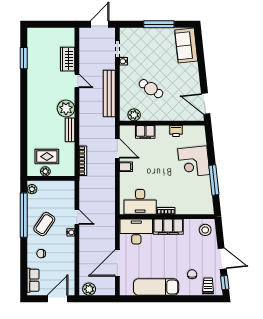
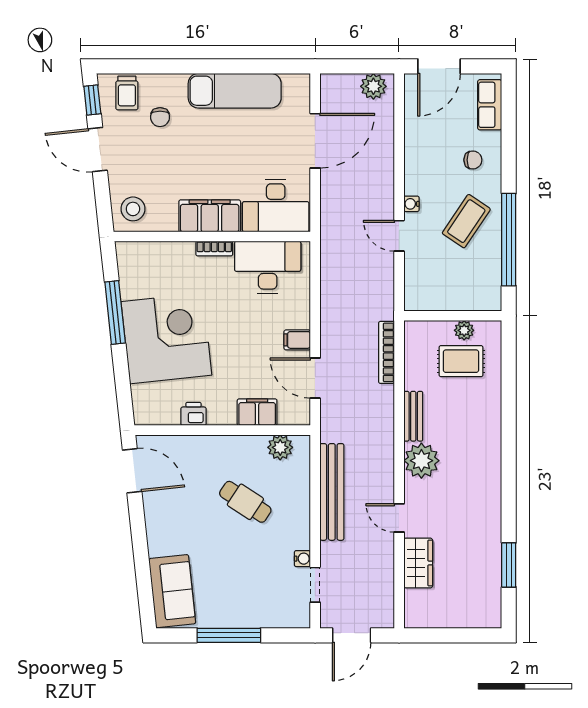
corner desk: (194, 162) -> (166, 338), width x1.36, depth x1.36
plant: (32, 189) -> (492, 293), removed

